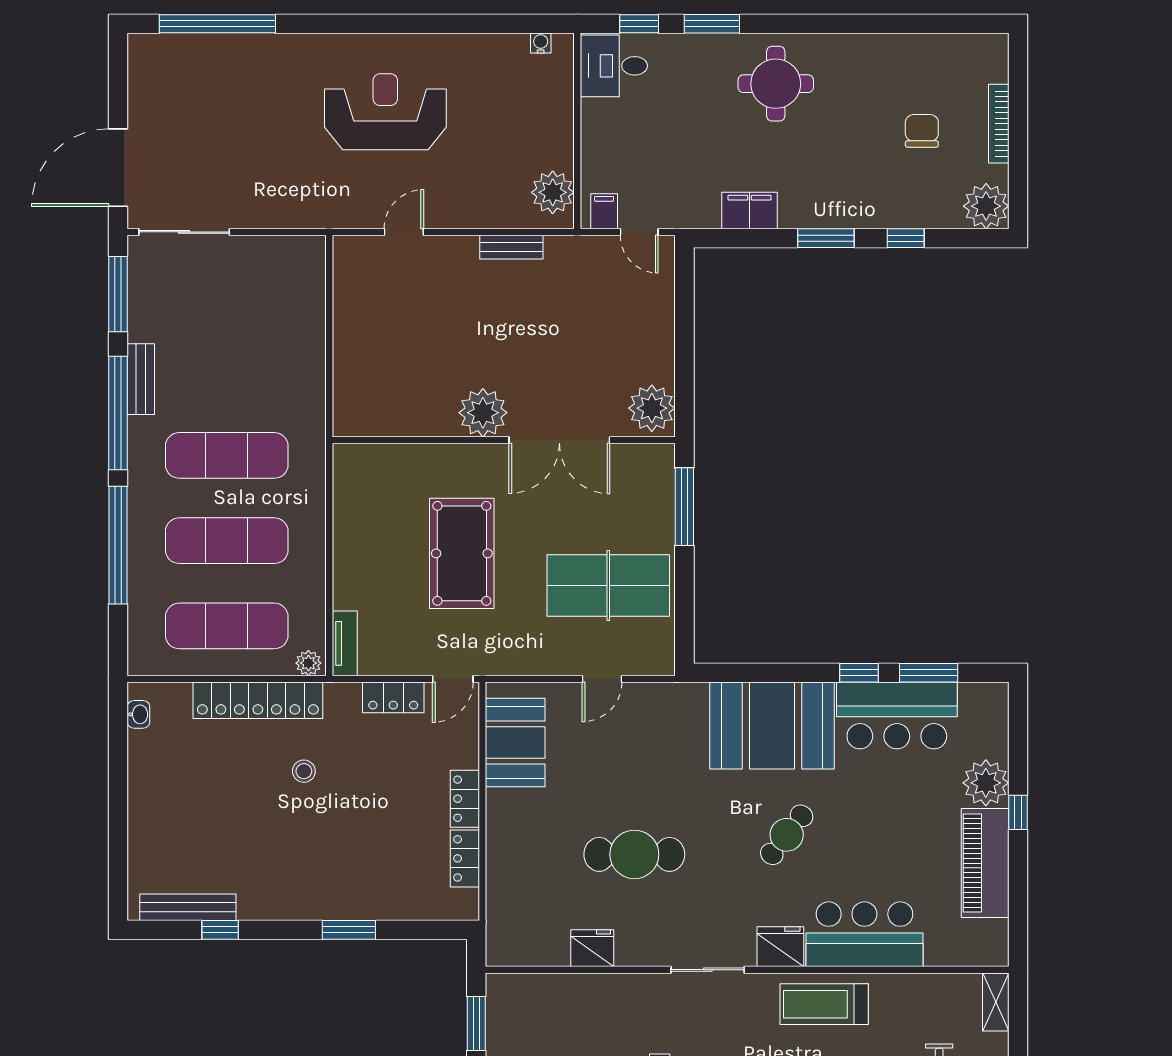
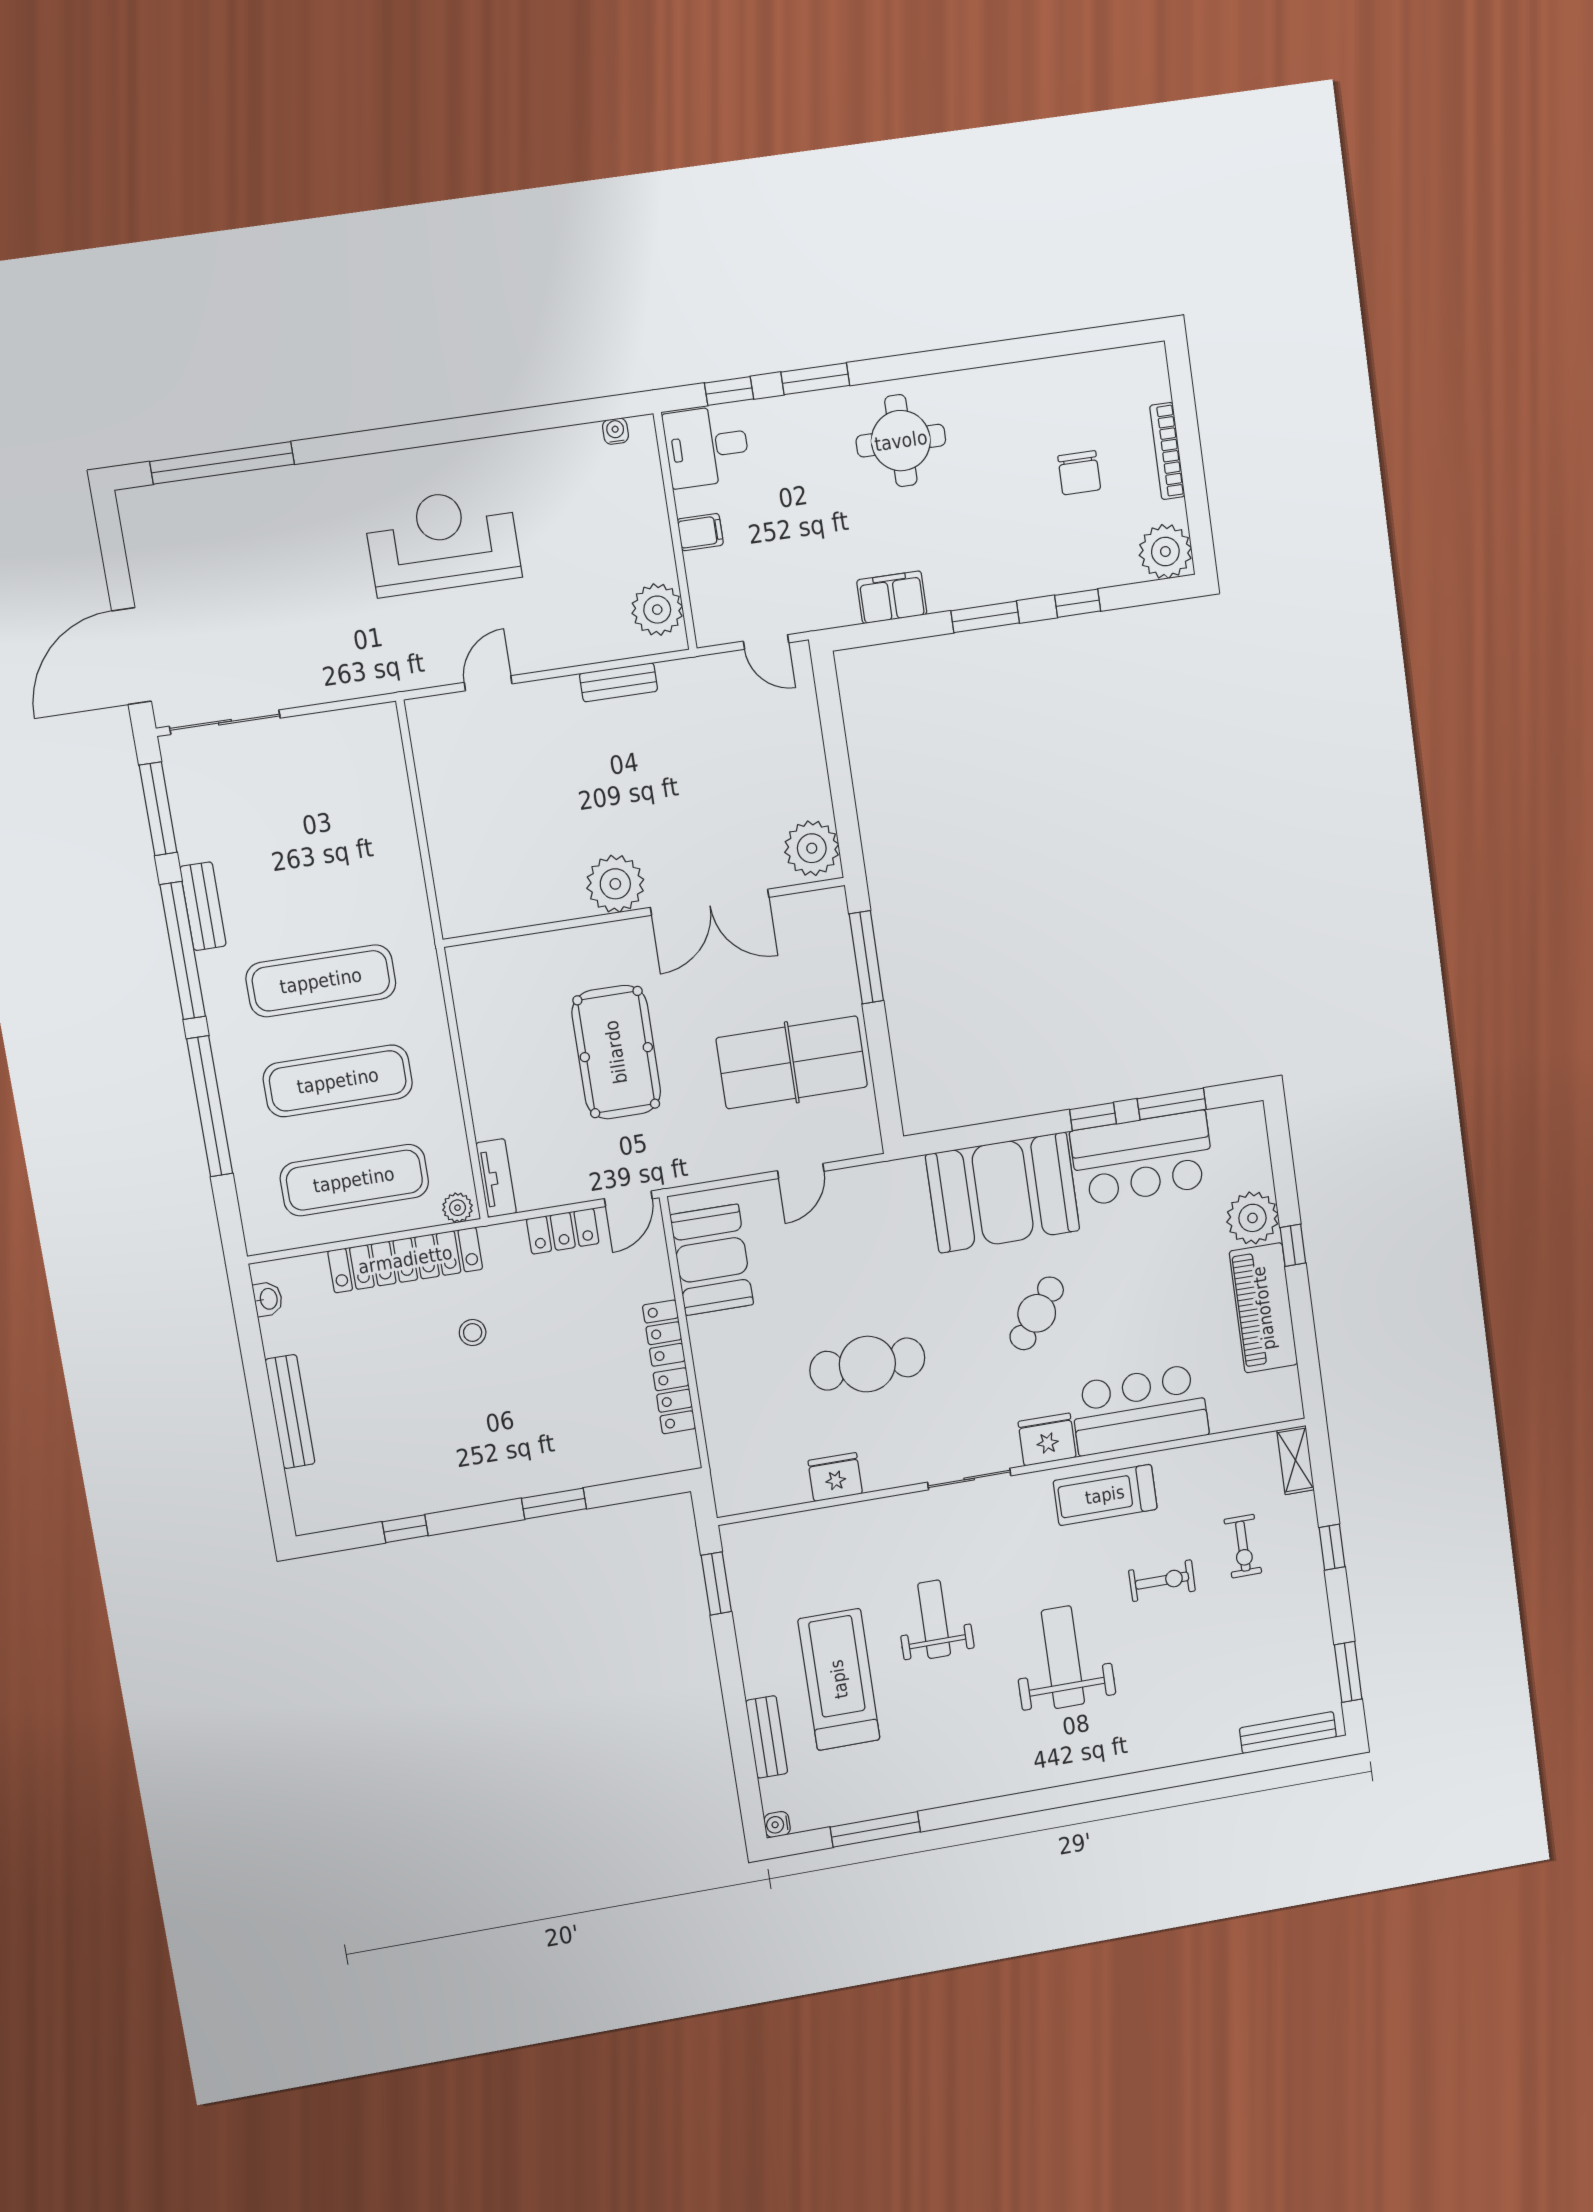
chair: (922, 131) -> (1079, 473), turned 180
filing cabinet: (604, 211) -> (700, 532), moved, turned 90
bench: (188, 907) -> (290, 1412), moved, turned 90

